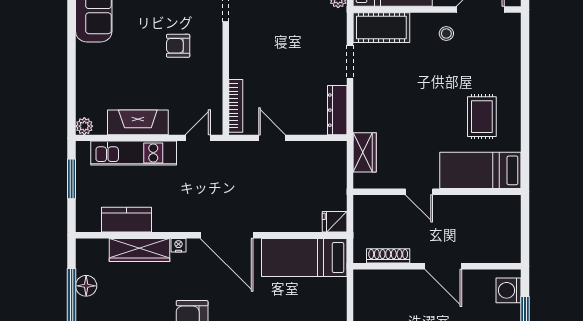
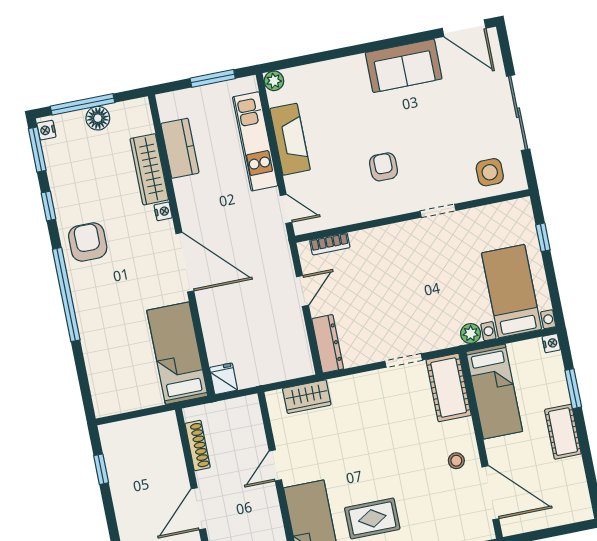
bookcase: (236, 106) -> (330, 244), width x0.64
dresser: (337, 110) -> (328, 344), moved, turned 90
door: (227, 235) -> (185, 262), swing flipped

